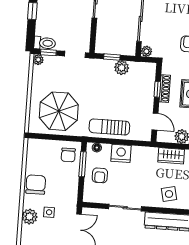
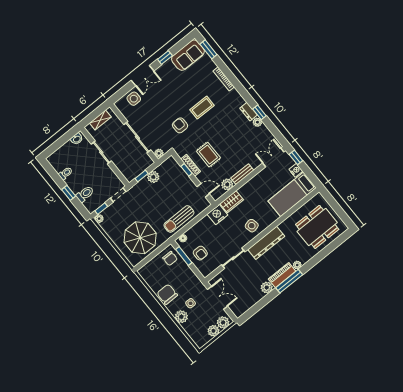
toilet: (45, 43) -> (85, 194), moved
nightstand: (121, 153) -> (217, 215), moved

